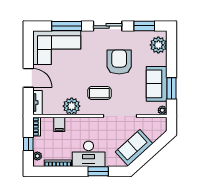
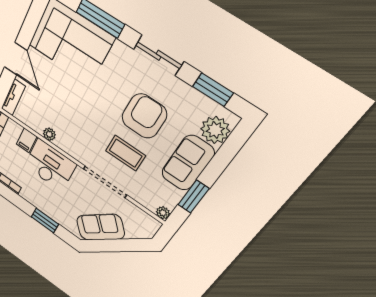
sofa: (157, 84) -> (188, 163), moved
coffee table: (99, 93) -> (126, 153), moved
plant: (72, 106) -> (49, 134), width x0.53, depth x0.53
desk: (89, 154) -> (50, 165), moved, turned 180

